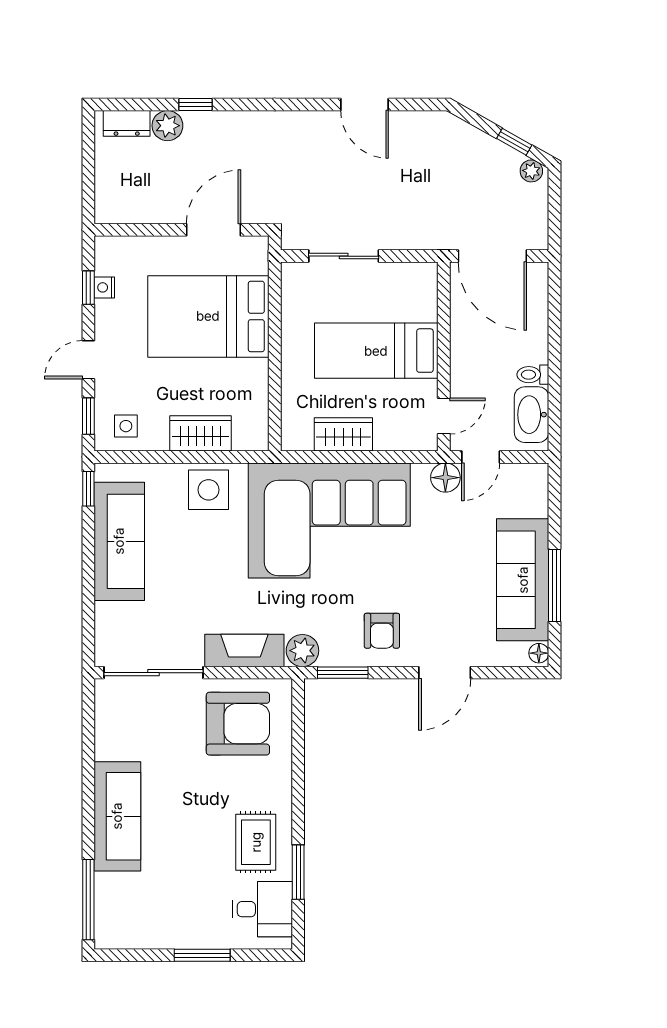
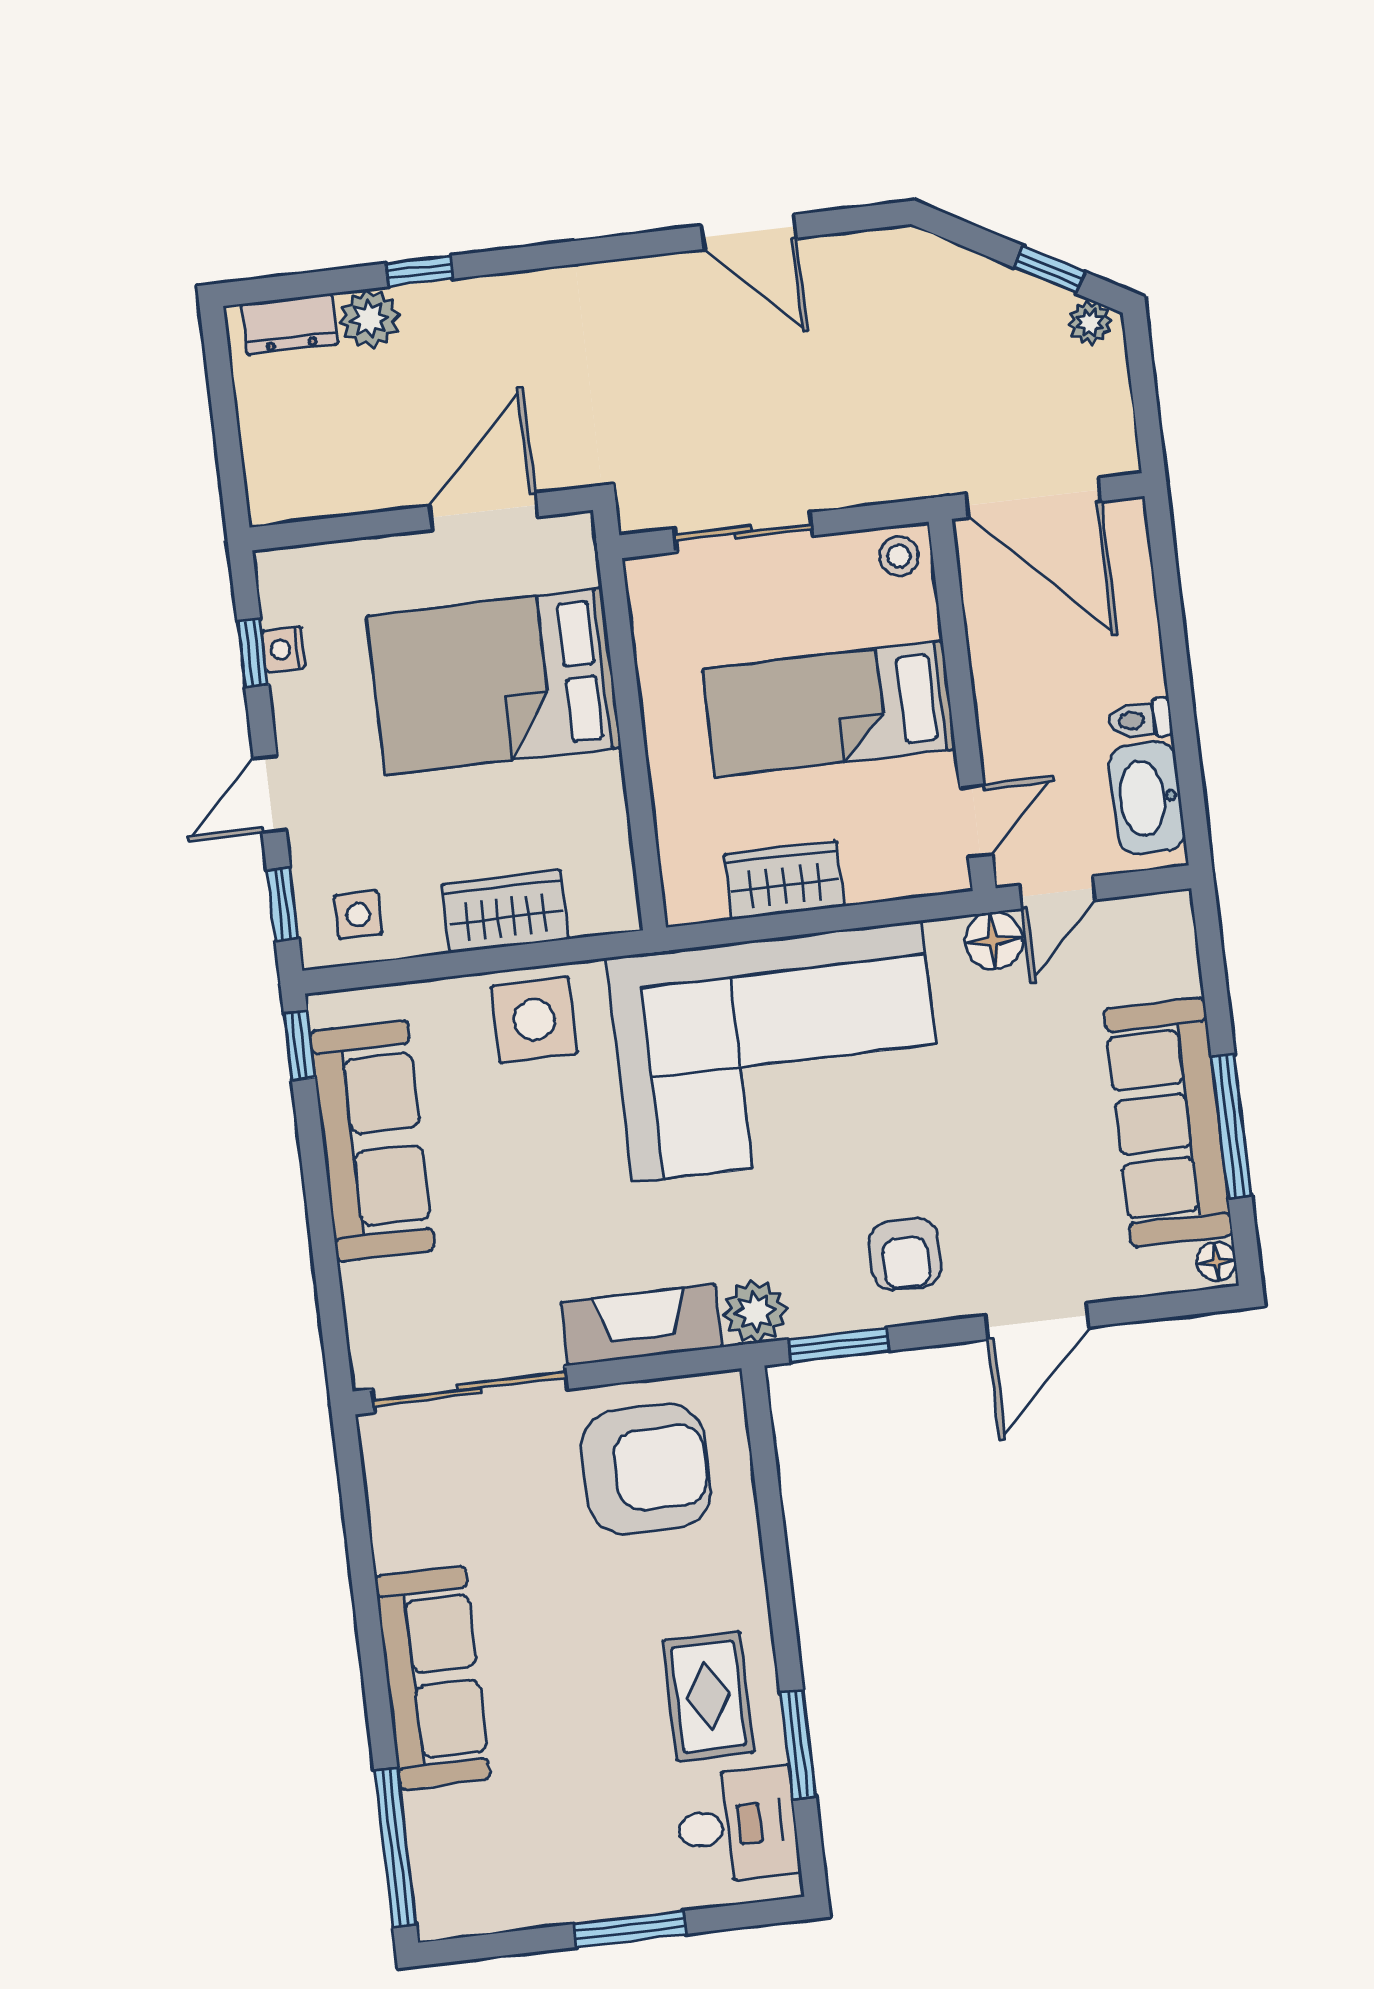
stool: (421, 278) -> (899, 556), added

